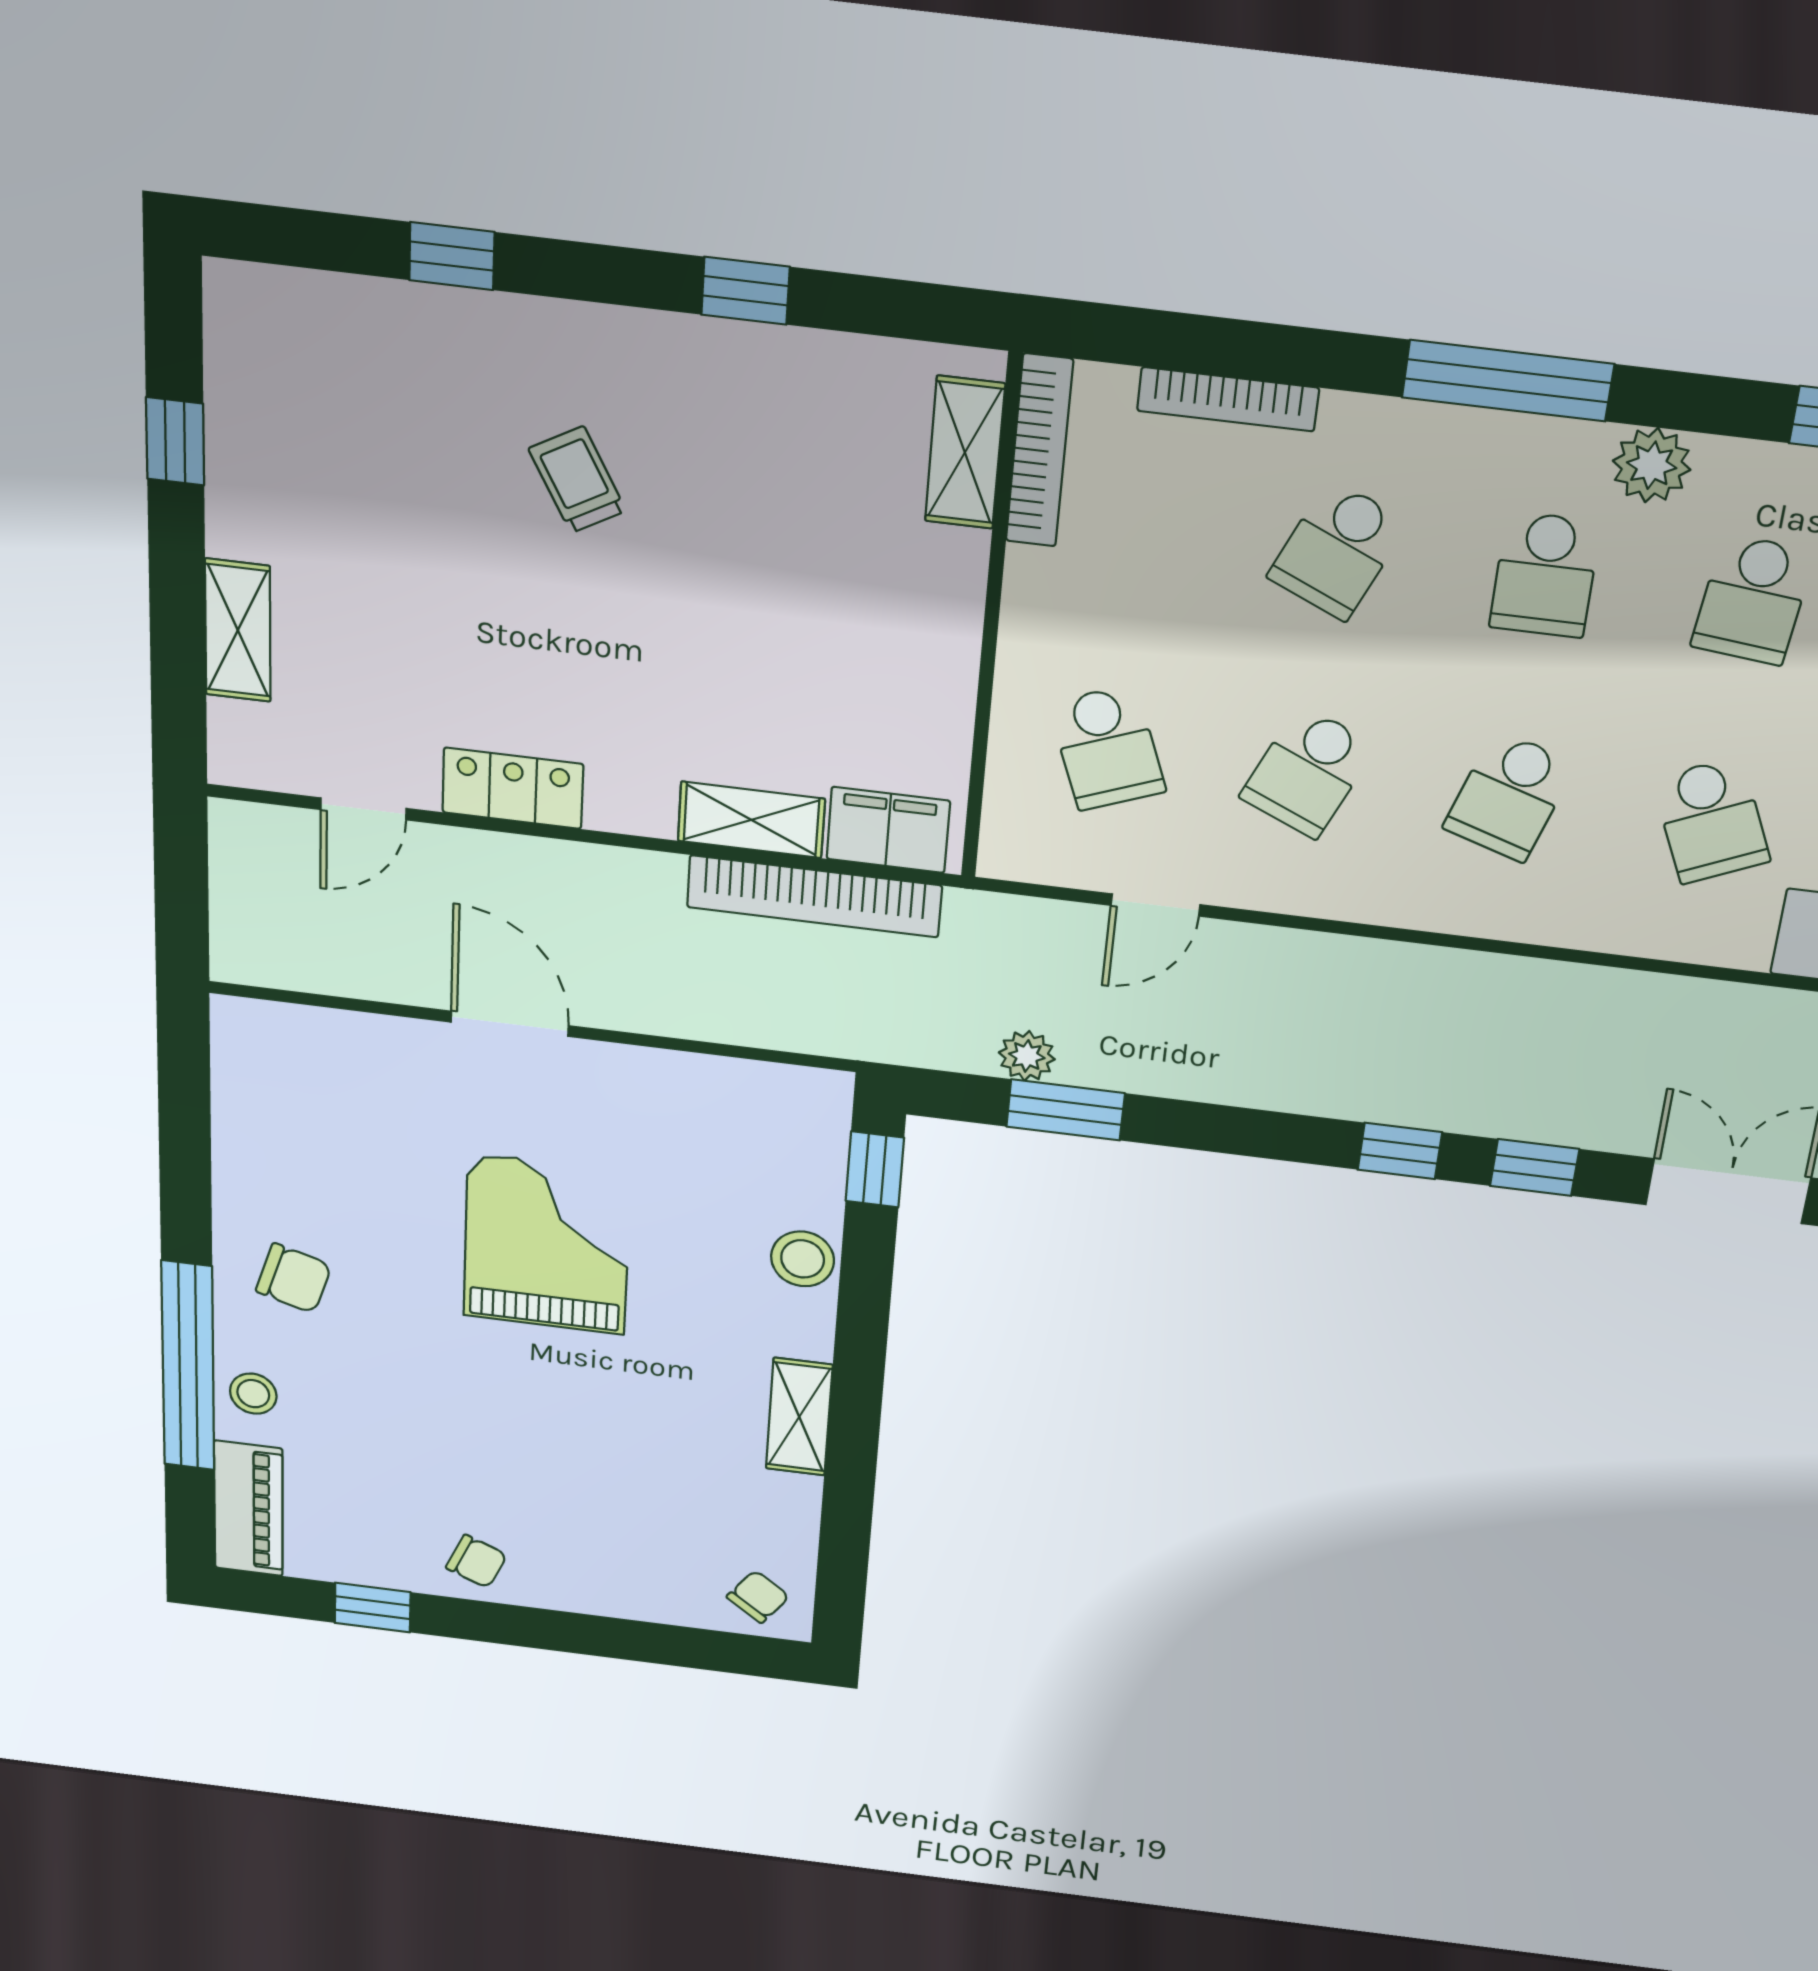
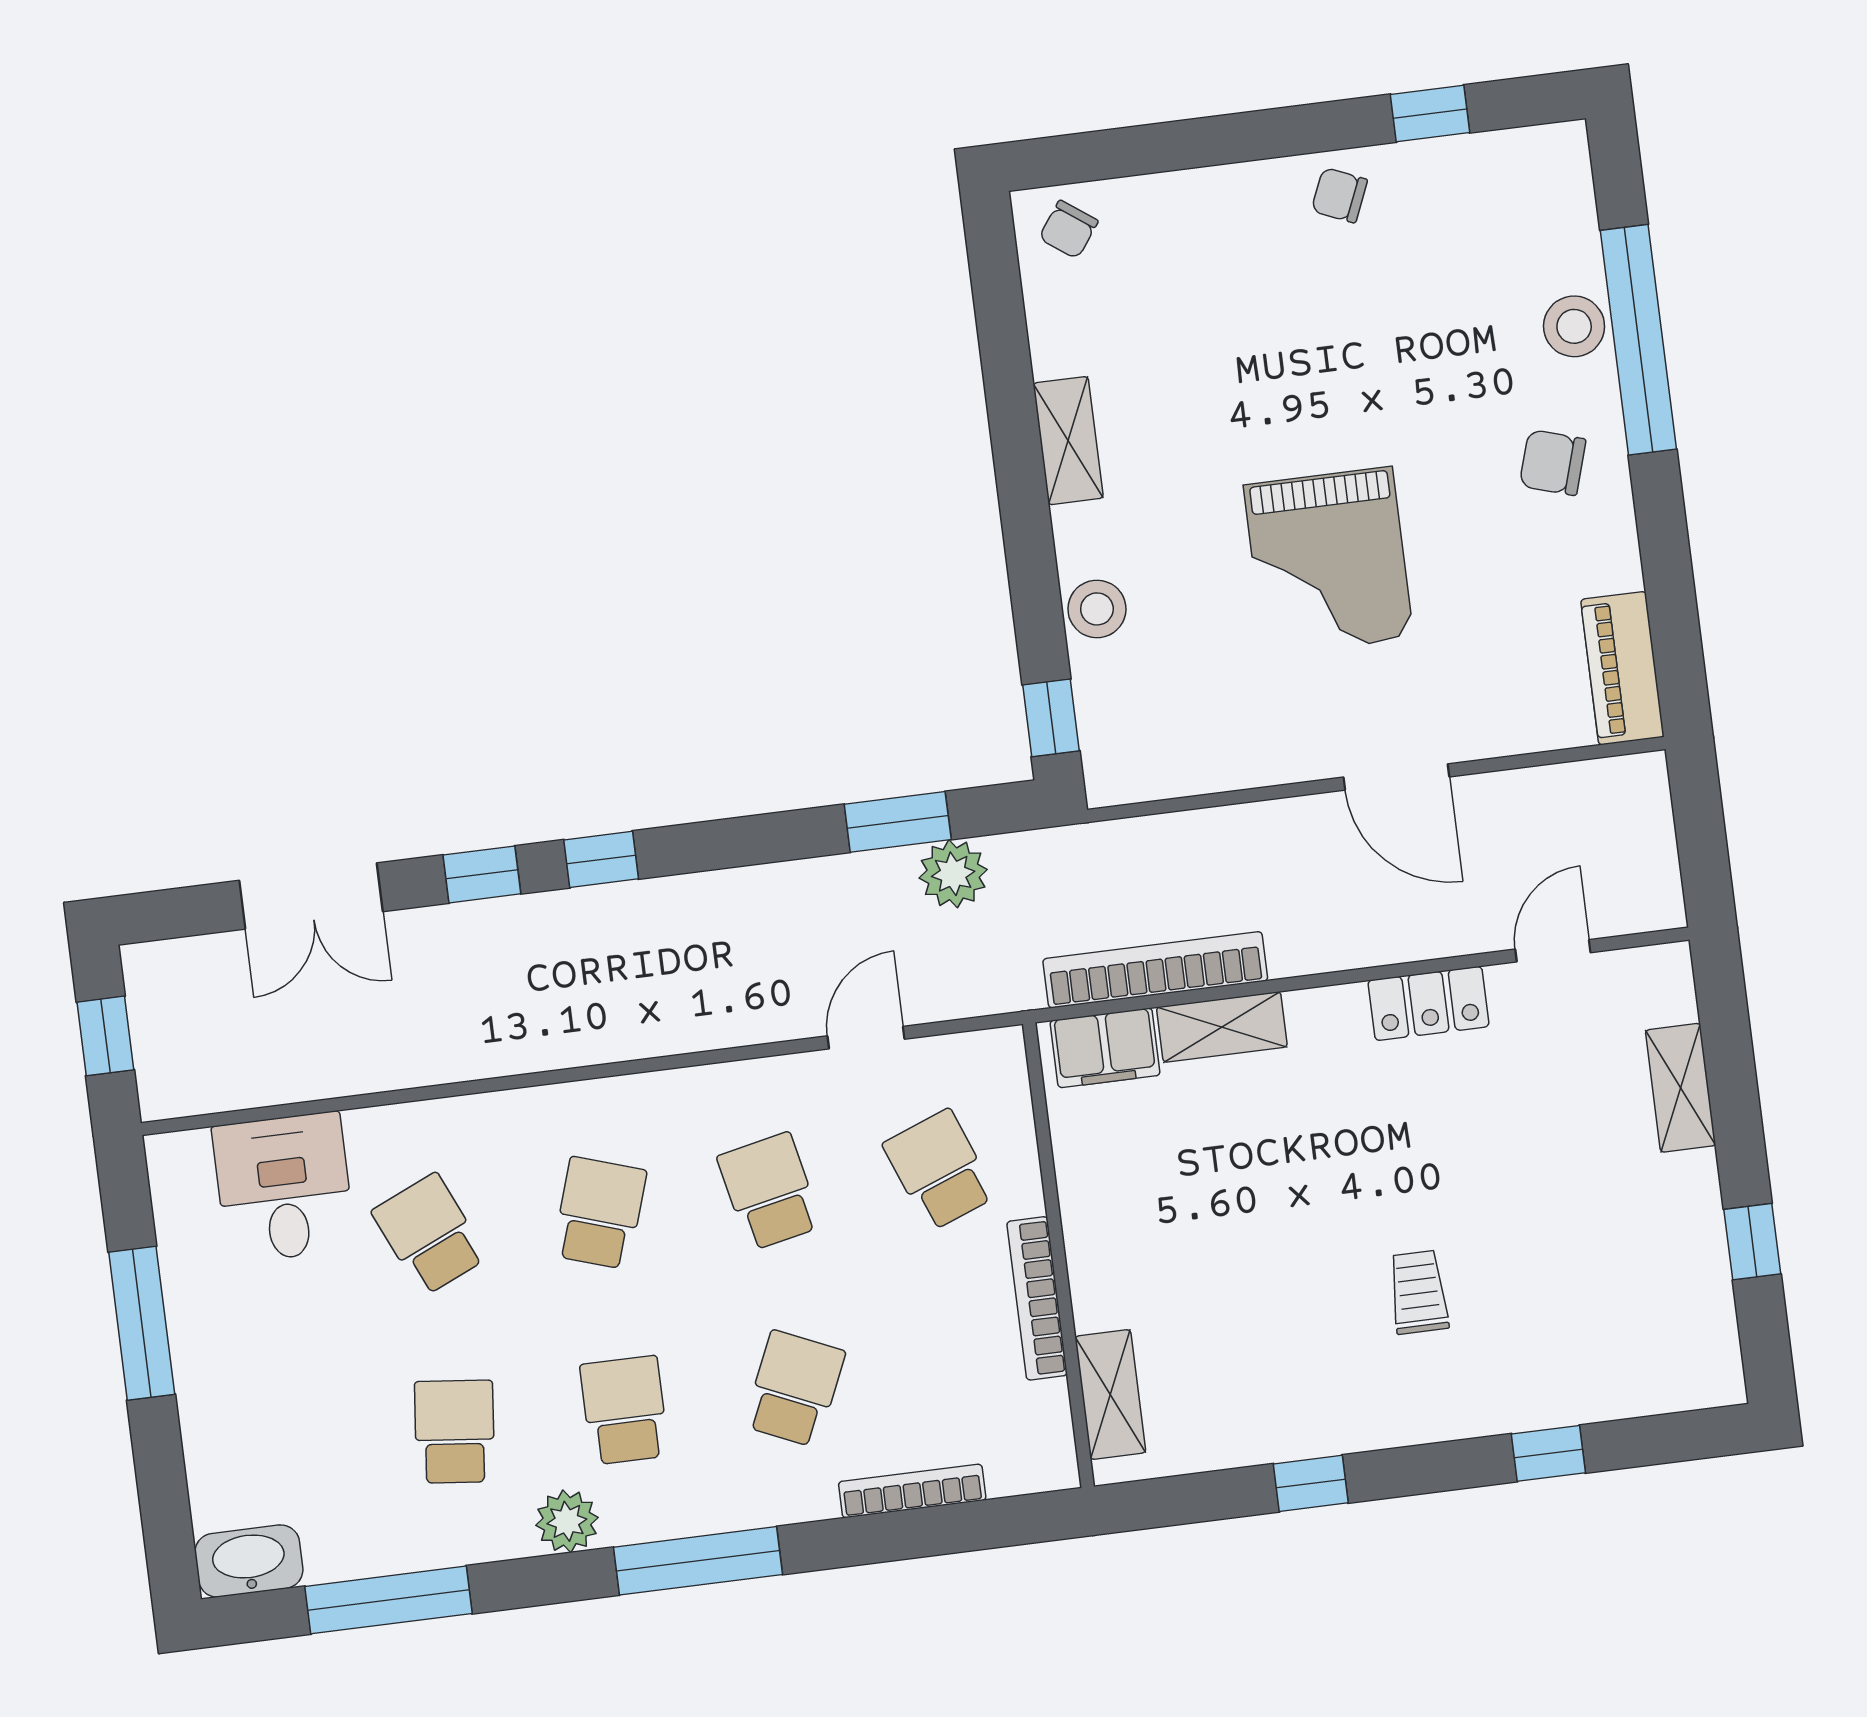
bookcase: (1039, 451) -> (1037, 1298), moved
trolley: (577, 480) -> (1418, 1292), turned -151
school desk: (1308, 772) -> (769, 1192), turned -36
plant: (1027, 1056) -> (953, 874), width x1.38, depth x1.38
stool: (253, 1394) -> (1574, 326), width x1.37, depth x1.37
piano: (249, 1509) -> (1622, 668), moved

